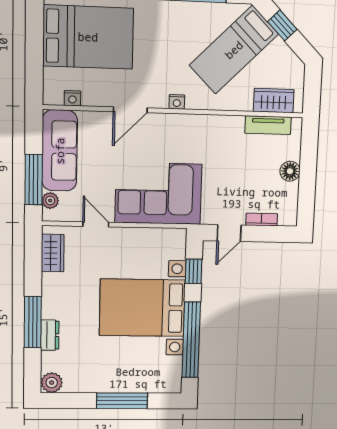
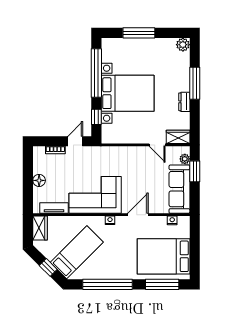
wardrobe: (274, 101) -> (40, 228), moved, turned -90
window: (34, 180) -> (195, 171), width x0.69
corner sofa: (158, 193) -> (95, 195), moved, turned 180
wardrobe: (53, 253) -> (178, 137), moved, turned 90
dresser: (50, 335) -> (184, 102), moved

